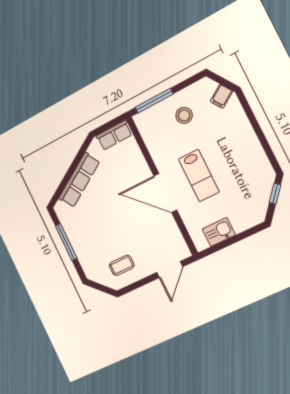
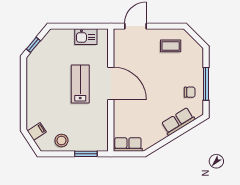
window: (154, 101) -> (86, 154), width x0.69
stool: (184, 115) -> (61, 140), moved
row of seats: (79, 180) -> (178, 121), width x0.68
chair: (78, 225) -> (190, 92), added

